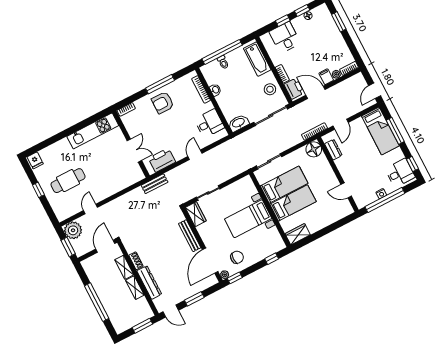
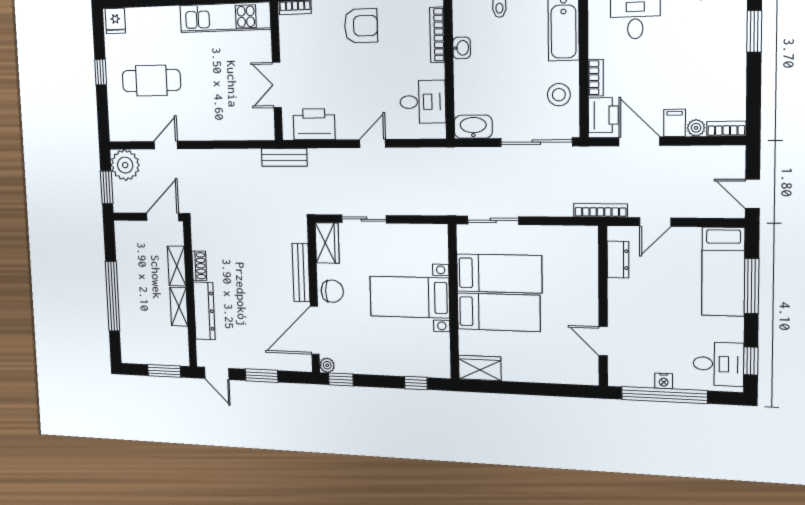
door: (375, 91) -> (753, 194), hinge flipped
armchair: (163, 103) -> (361, 26), turned 180
floor lamp: (314, 149) -> (583, 241), removed
double door: (134, 151) -> (277, 85), swing flipped
chair: (237, 257) -> (332, 291), moved

